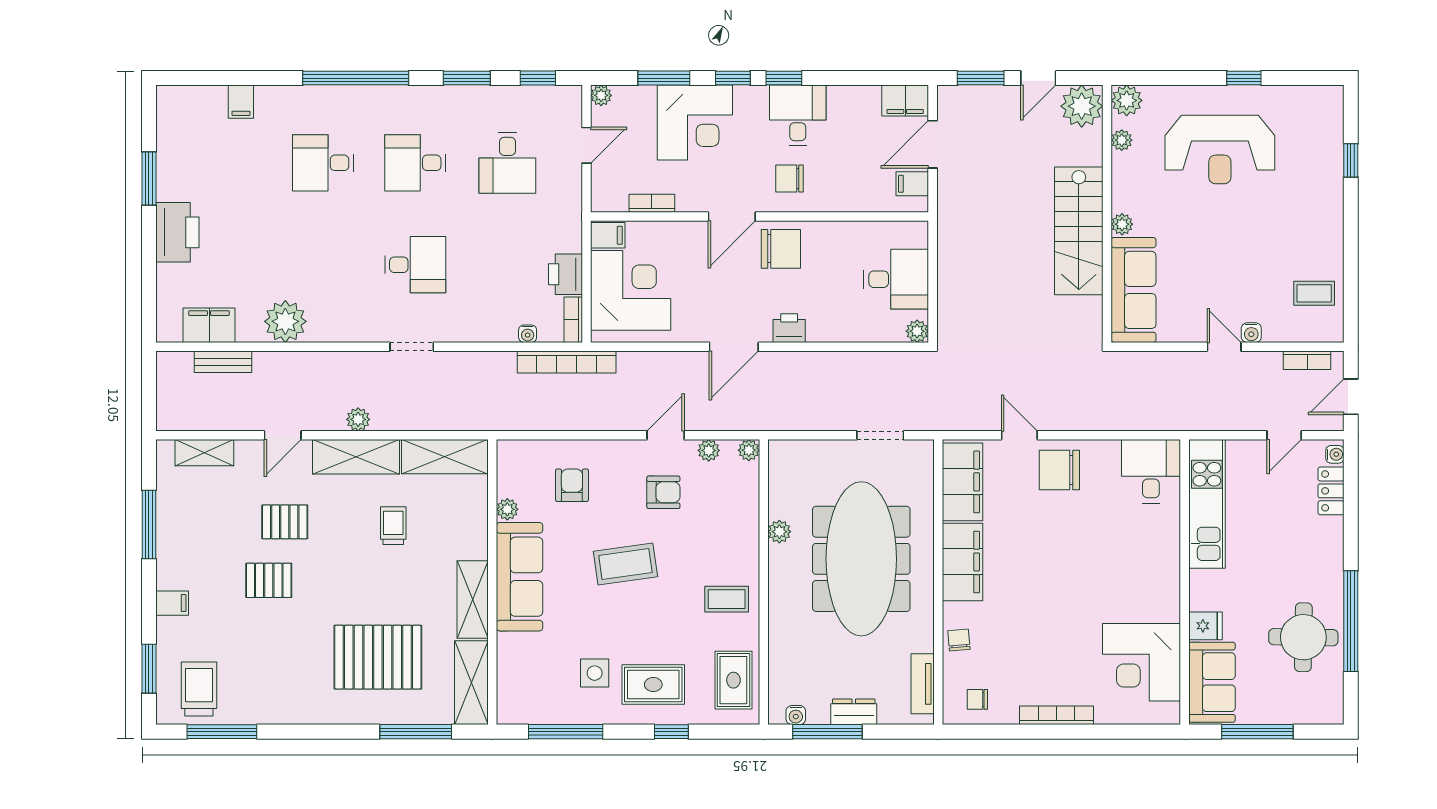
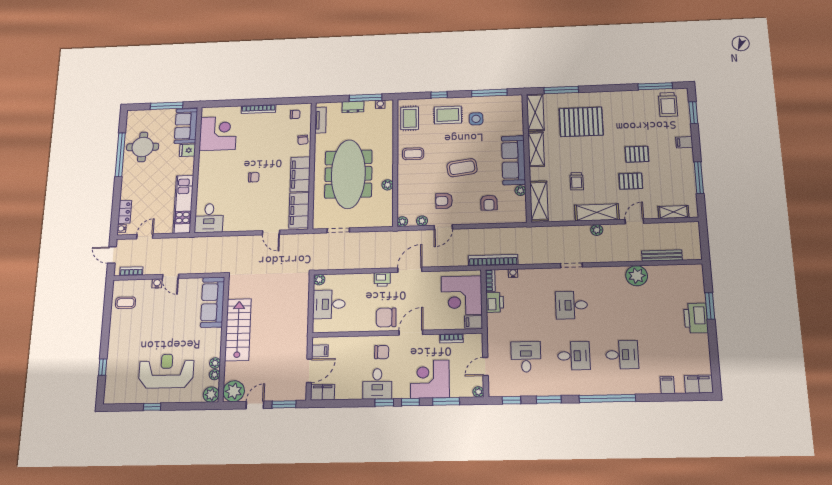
window: (149, 179) -> (710, 306), moved
plant: (1122, 224) -> (215, 363), moved
filing cabinet: (209, 325) -> (699, 384), moved, turned 180
bench: (223, 362) -> (662, 256), width x1.36
door: (1351, 397) -> (112, 255), swing flipped
shelving: (445, 457) -> (539, 201), moved, turned 90
chair: (1059, 470) -> (254, 177), moved, width x0.54, depth x0.54

